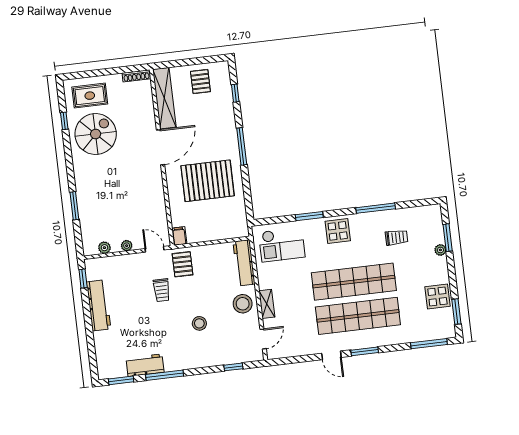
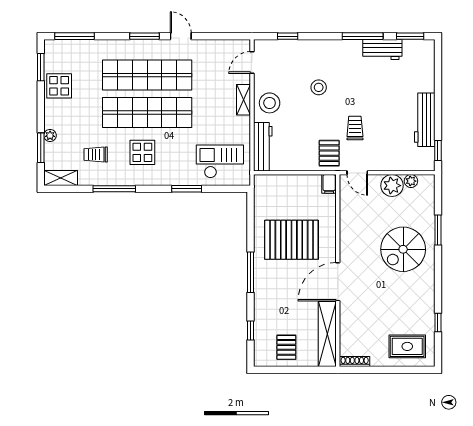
spiral stairs: (96, 134) -> (403, 249), moved
shelving: (426, 212) -> (61, 178), added
display table: (338, 231) -> (142, 152), moved
plant: (127, 246) -> (392, 186), width x1.88, depth x1.88

